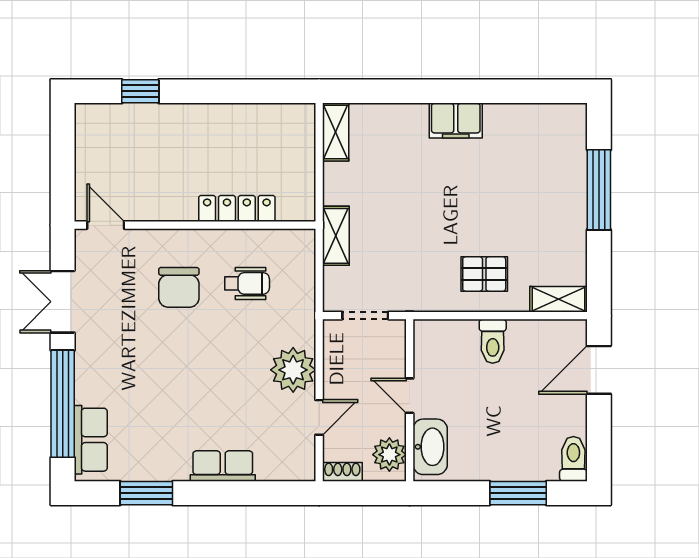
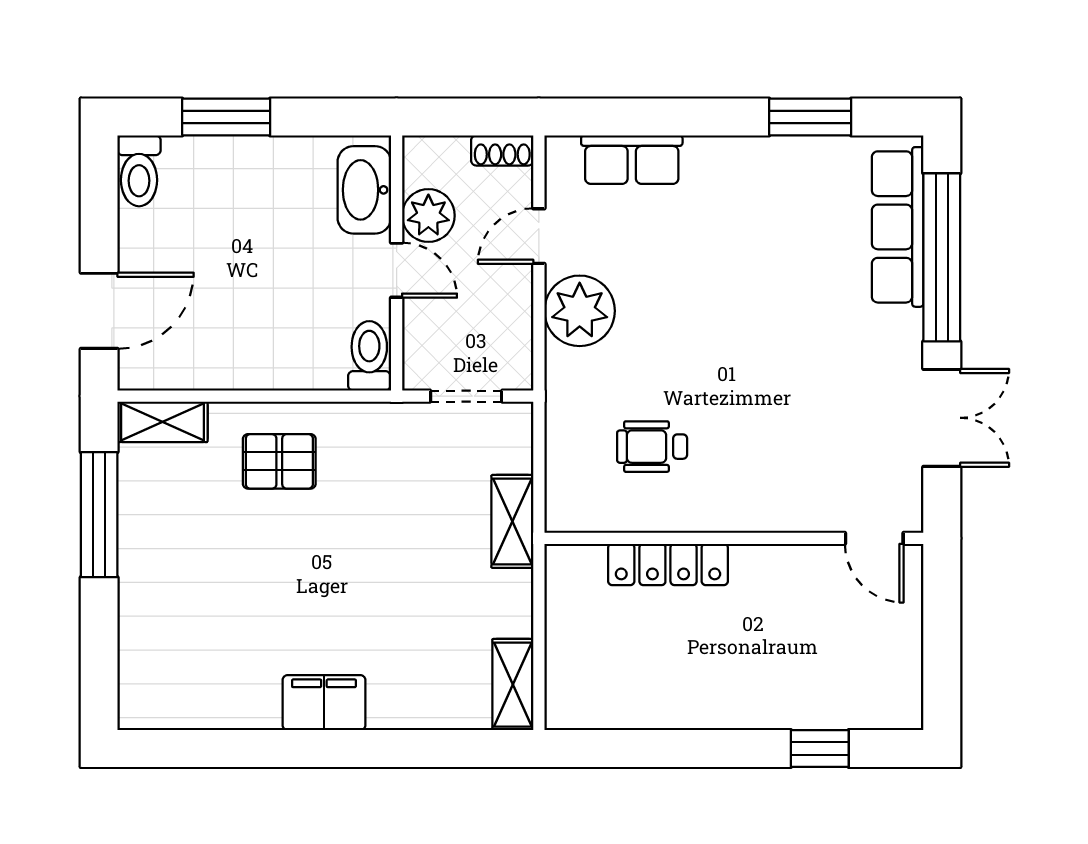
window: (599, 190) -> (99, 515), moved
chair: (179, 287) -> (759, 440), removed
toilet: (493, 341) -> (369, 356), moved
row of seats: (91, 440) -> (898, 227), width x1.48
plant: (389, 455) -> (428, 216), moved
row of seats: (223, 466) -> (632, 160), moved

